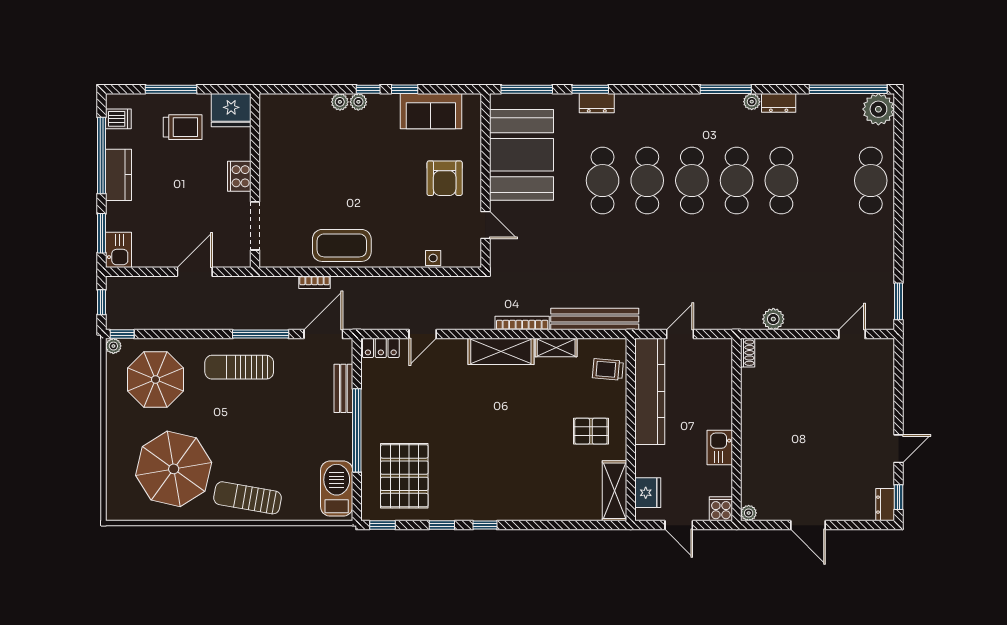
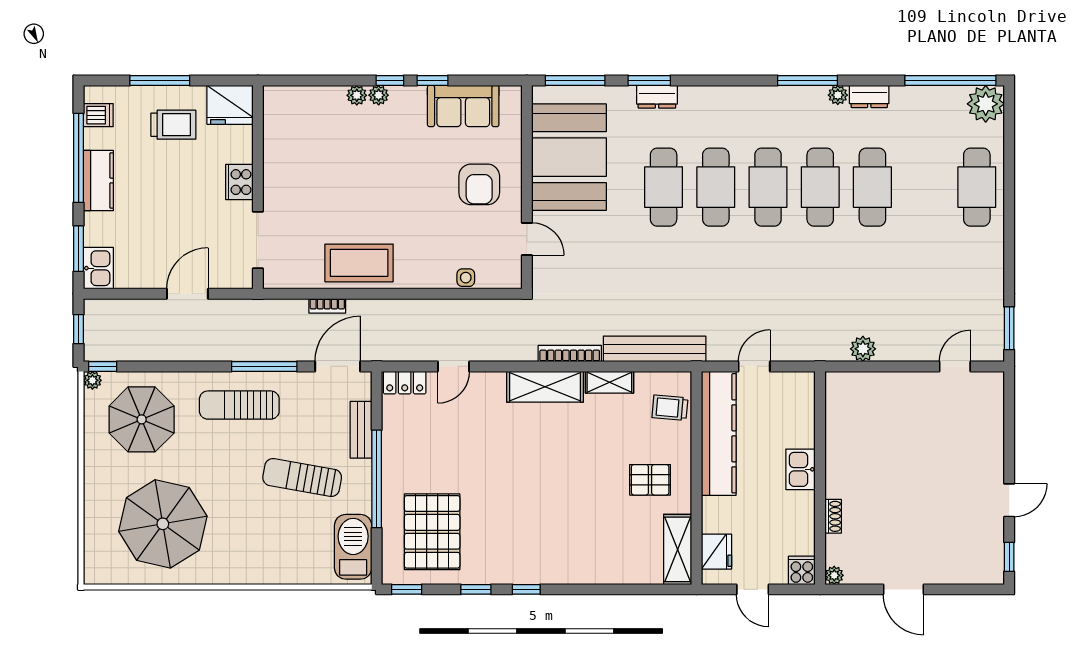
shoe rack: (748, 353) -> (833, 516), moved
kitchen sink: (720, 448) -> (801, 469), moved
sun lounger: (248, 498) -> (302, 477), moved
dresser: (885, 505) -> (994, 566), removed

